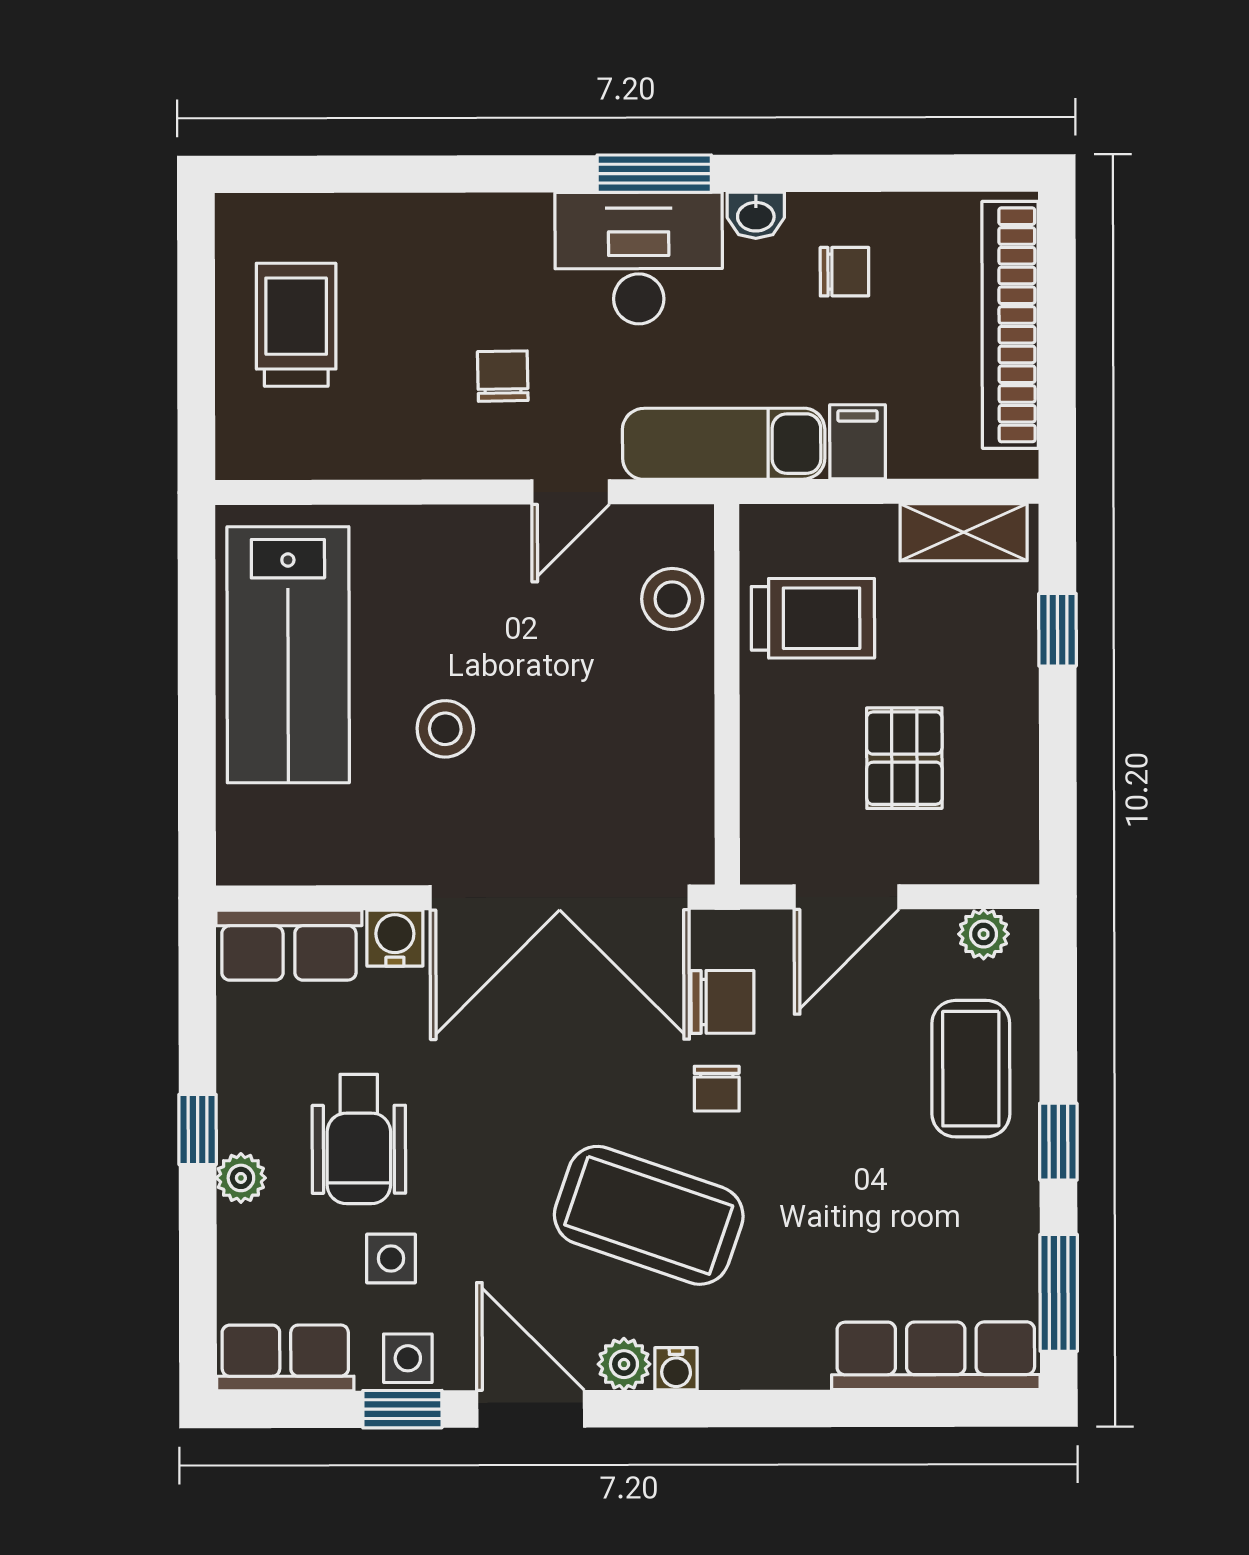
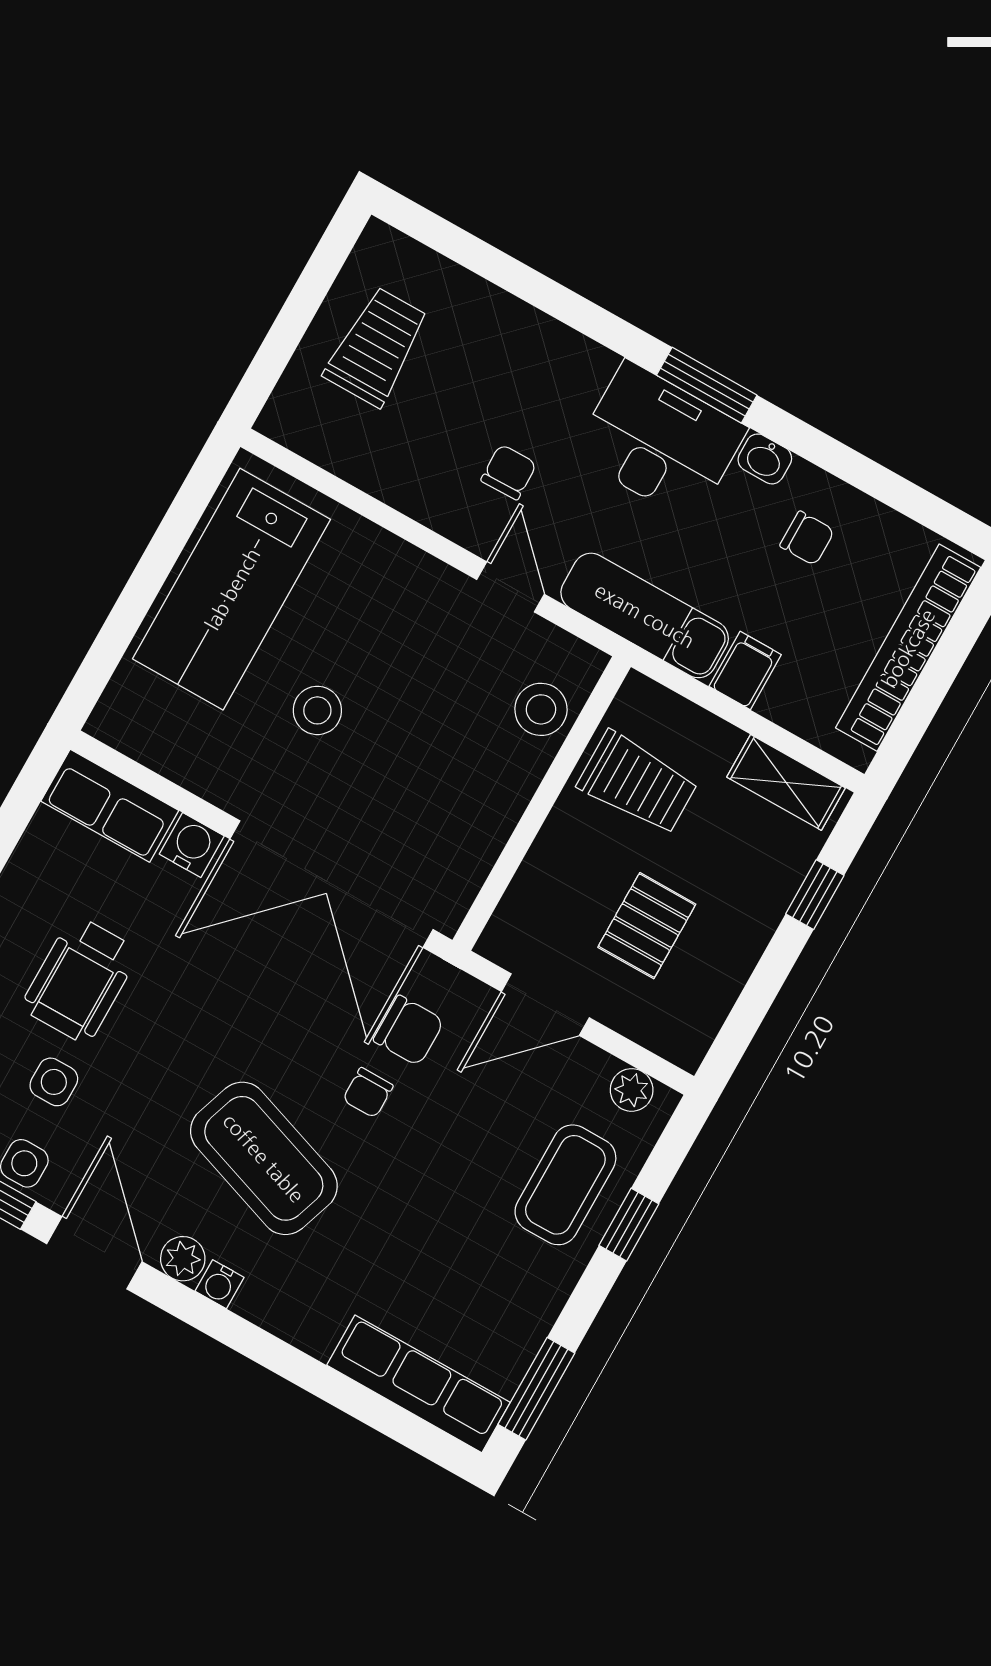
door: (571, 492) -> (510, 587), swing flipped
window: (1058, 1142) -> (629, 1225), moved

